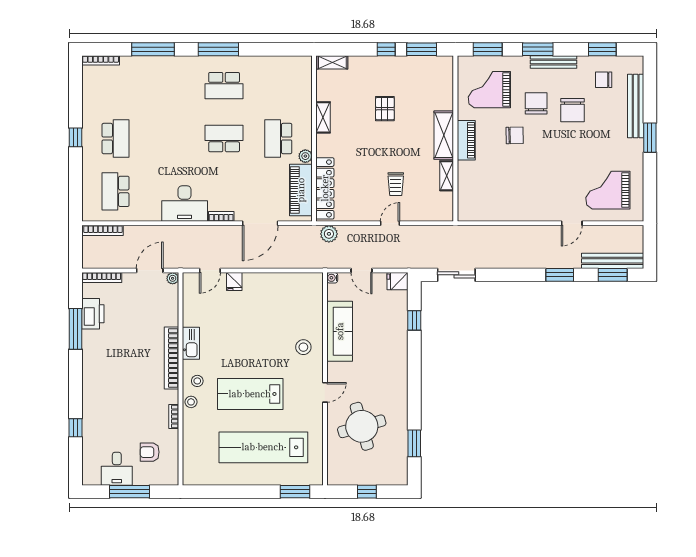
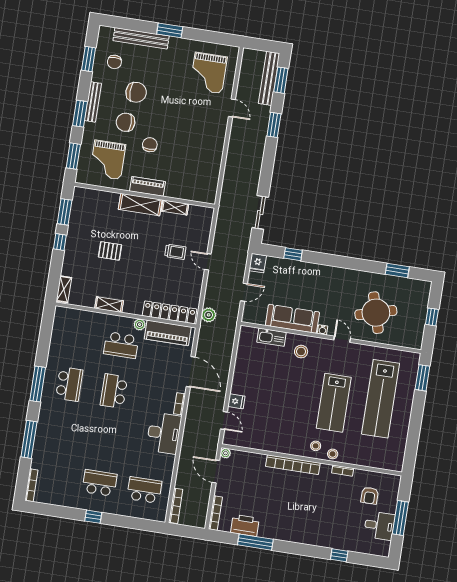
school desk: (116, 191) -> (144, 490), turned 180
water cooler: (332, 278) -> (323, 330), moved
kitchen sink: (191, 343) -> (272, 337), moved, turned 180

